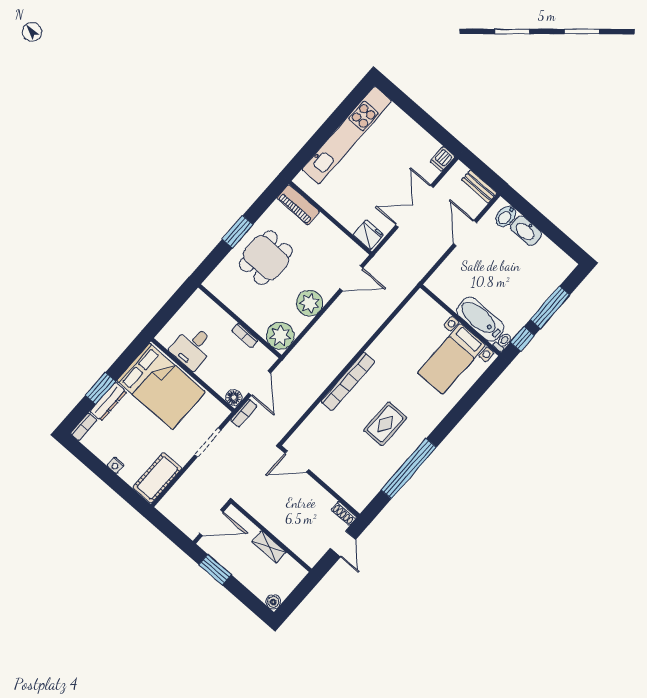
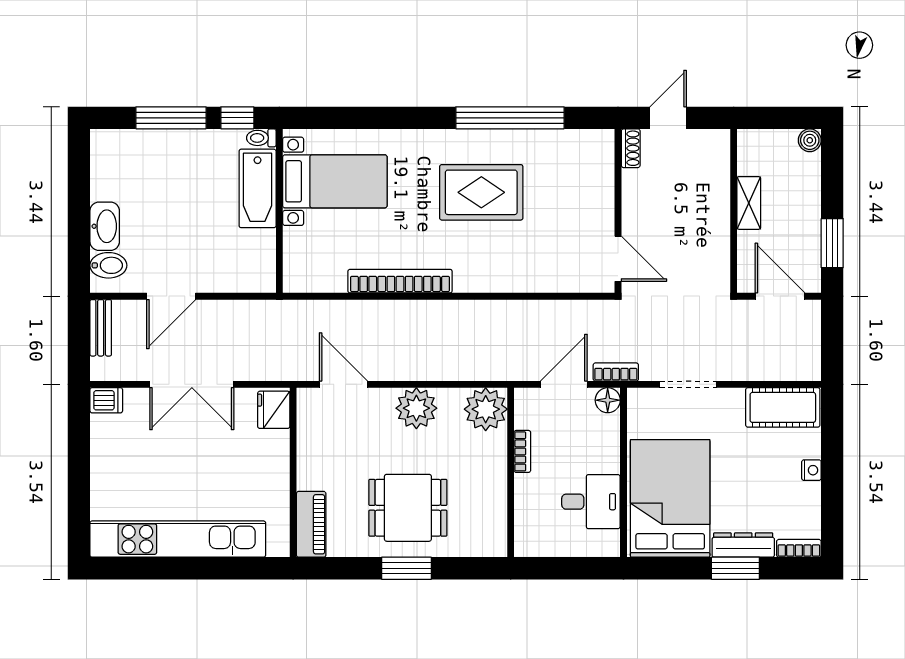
bookcase: (348, 381) -> (400, 281), moved
rug: (385, 424) -> (481, 192), width x1.36, depth x1.43

